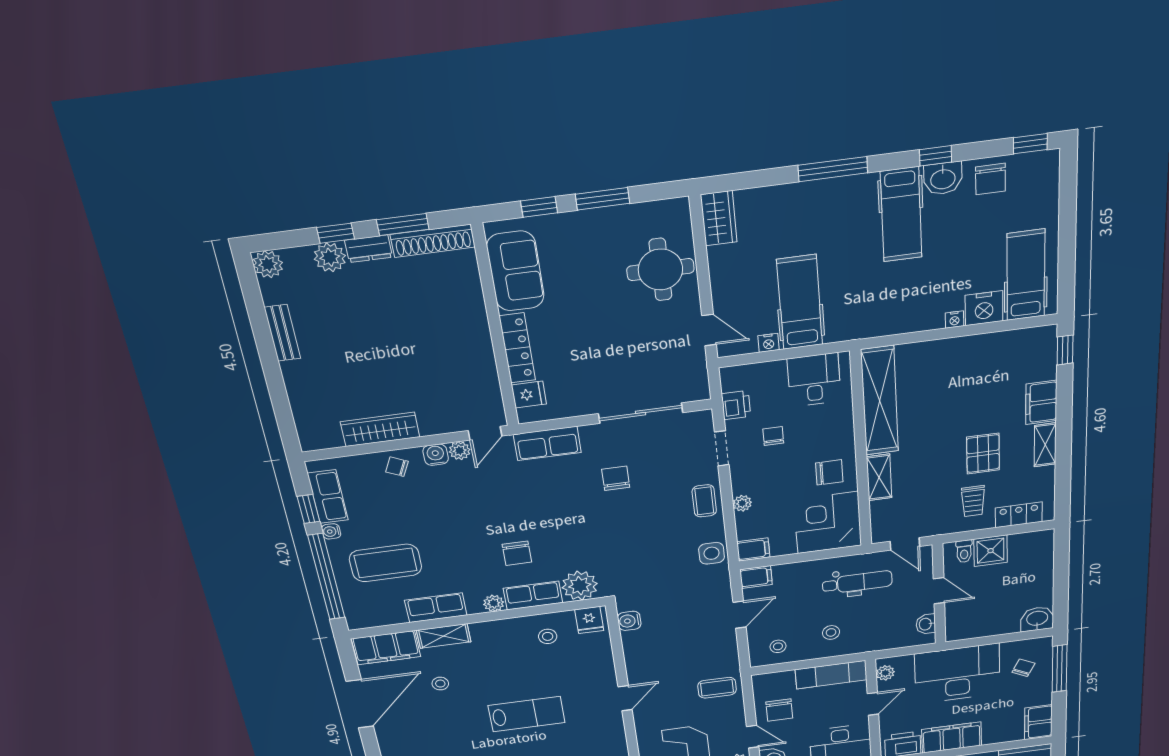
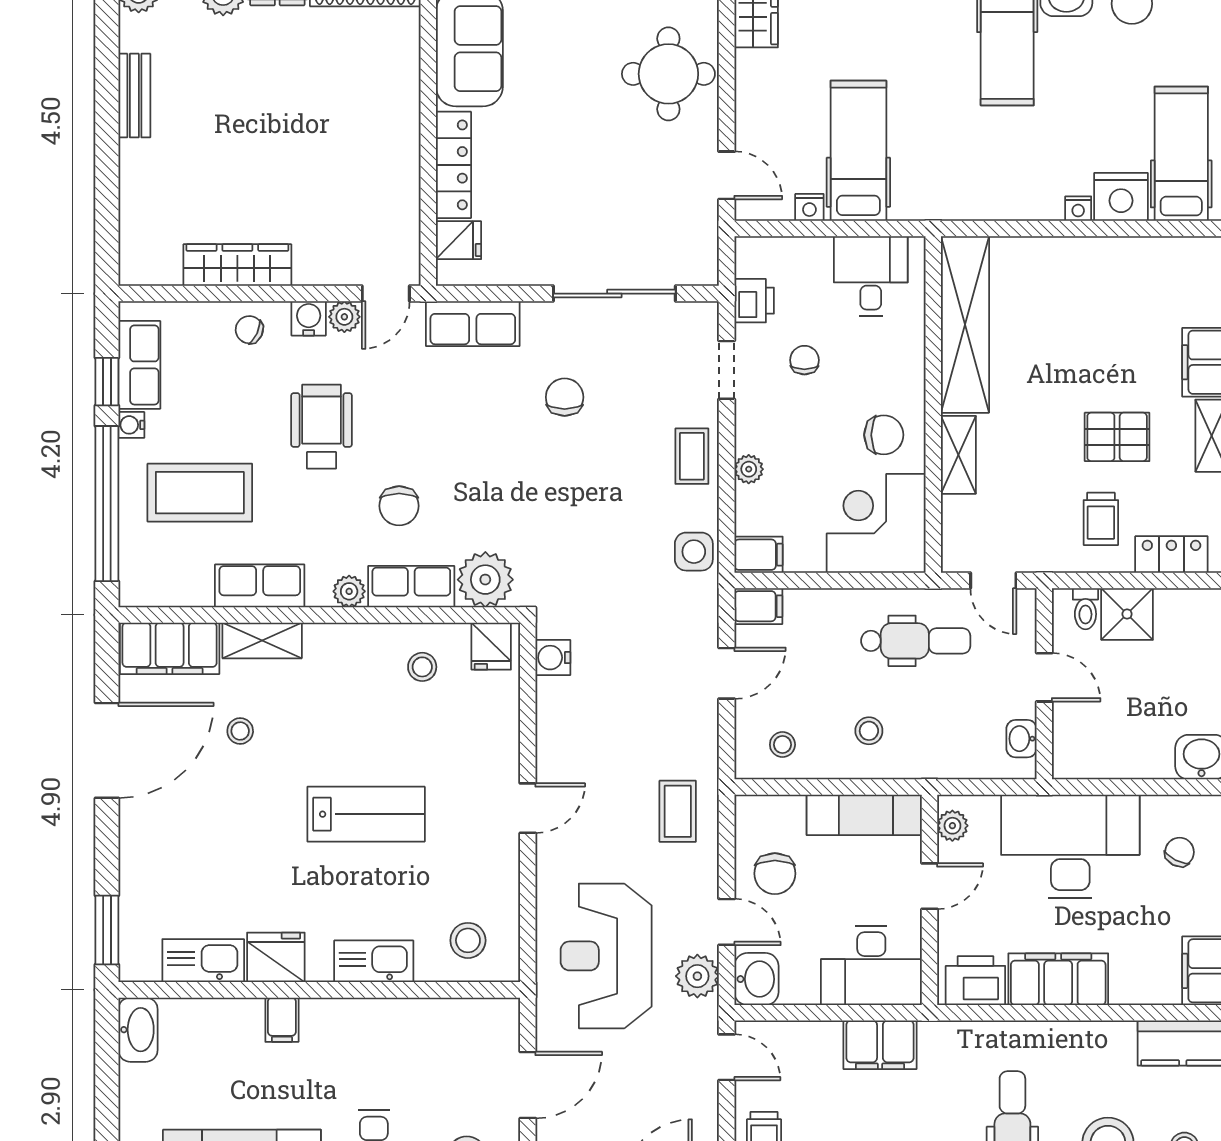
pallet: (983, 454) -> (1117, 437), turned 90
wheelchair: (457, 516) -> (322, 427), added
coffee table: (717, 688) -> (678, 811), turned 90

